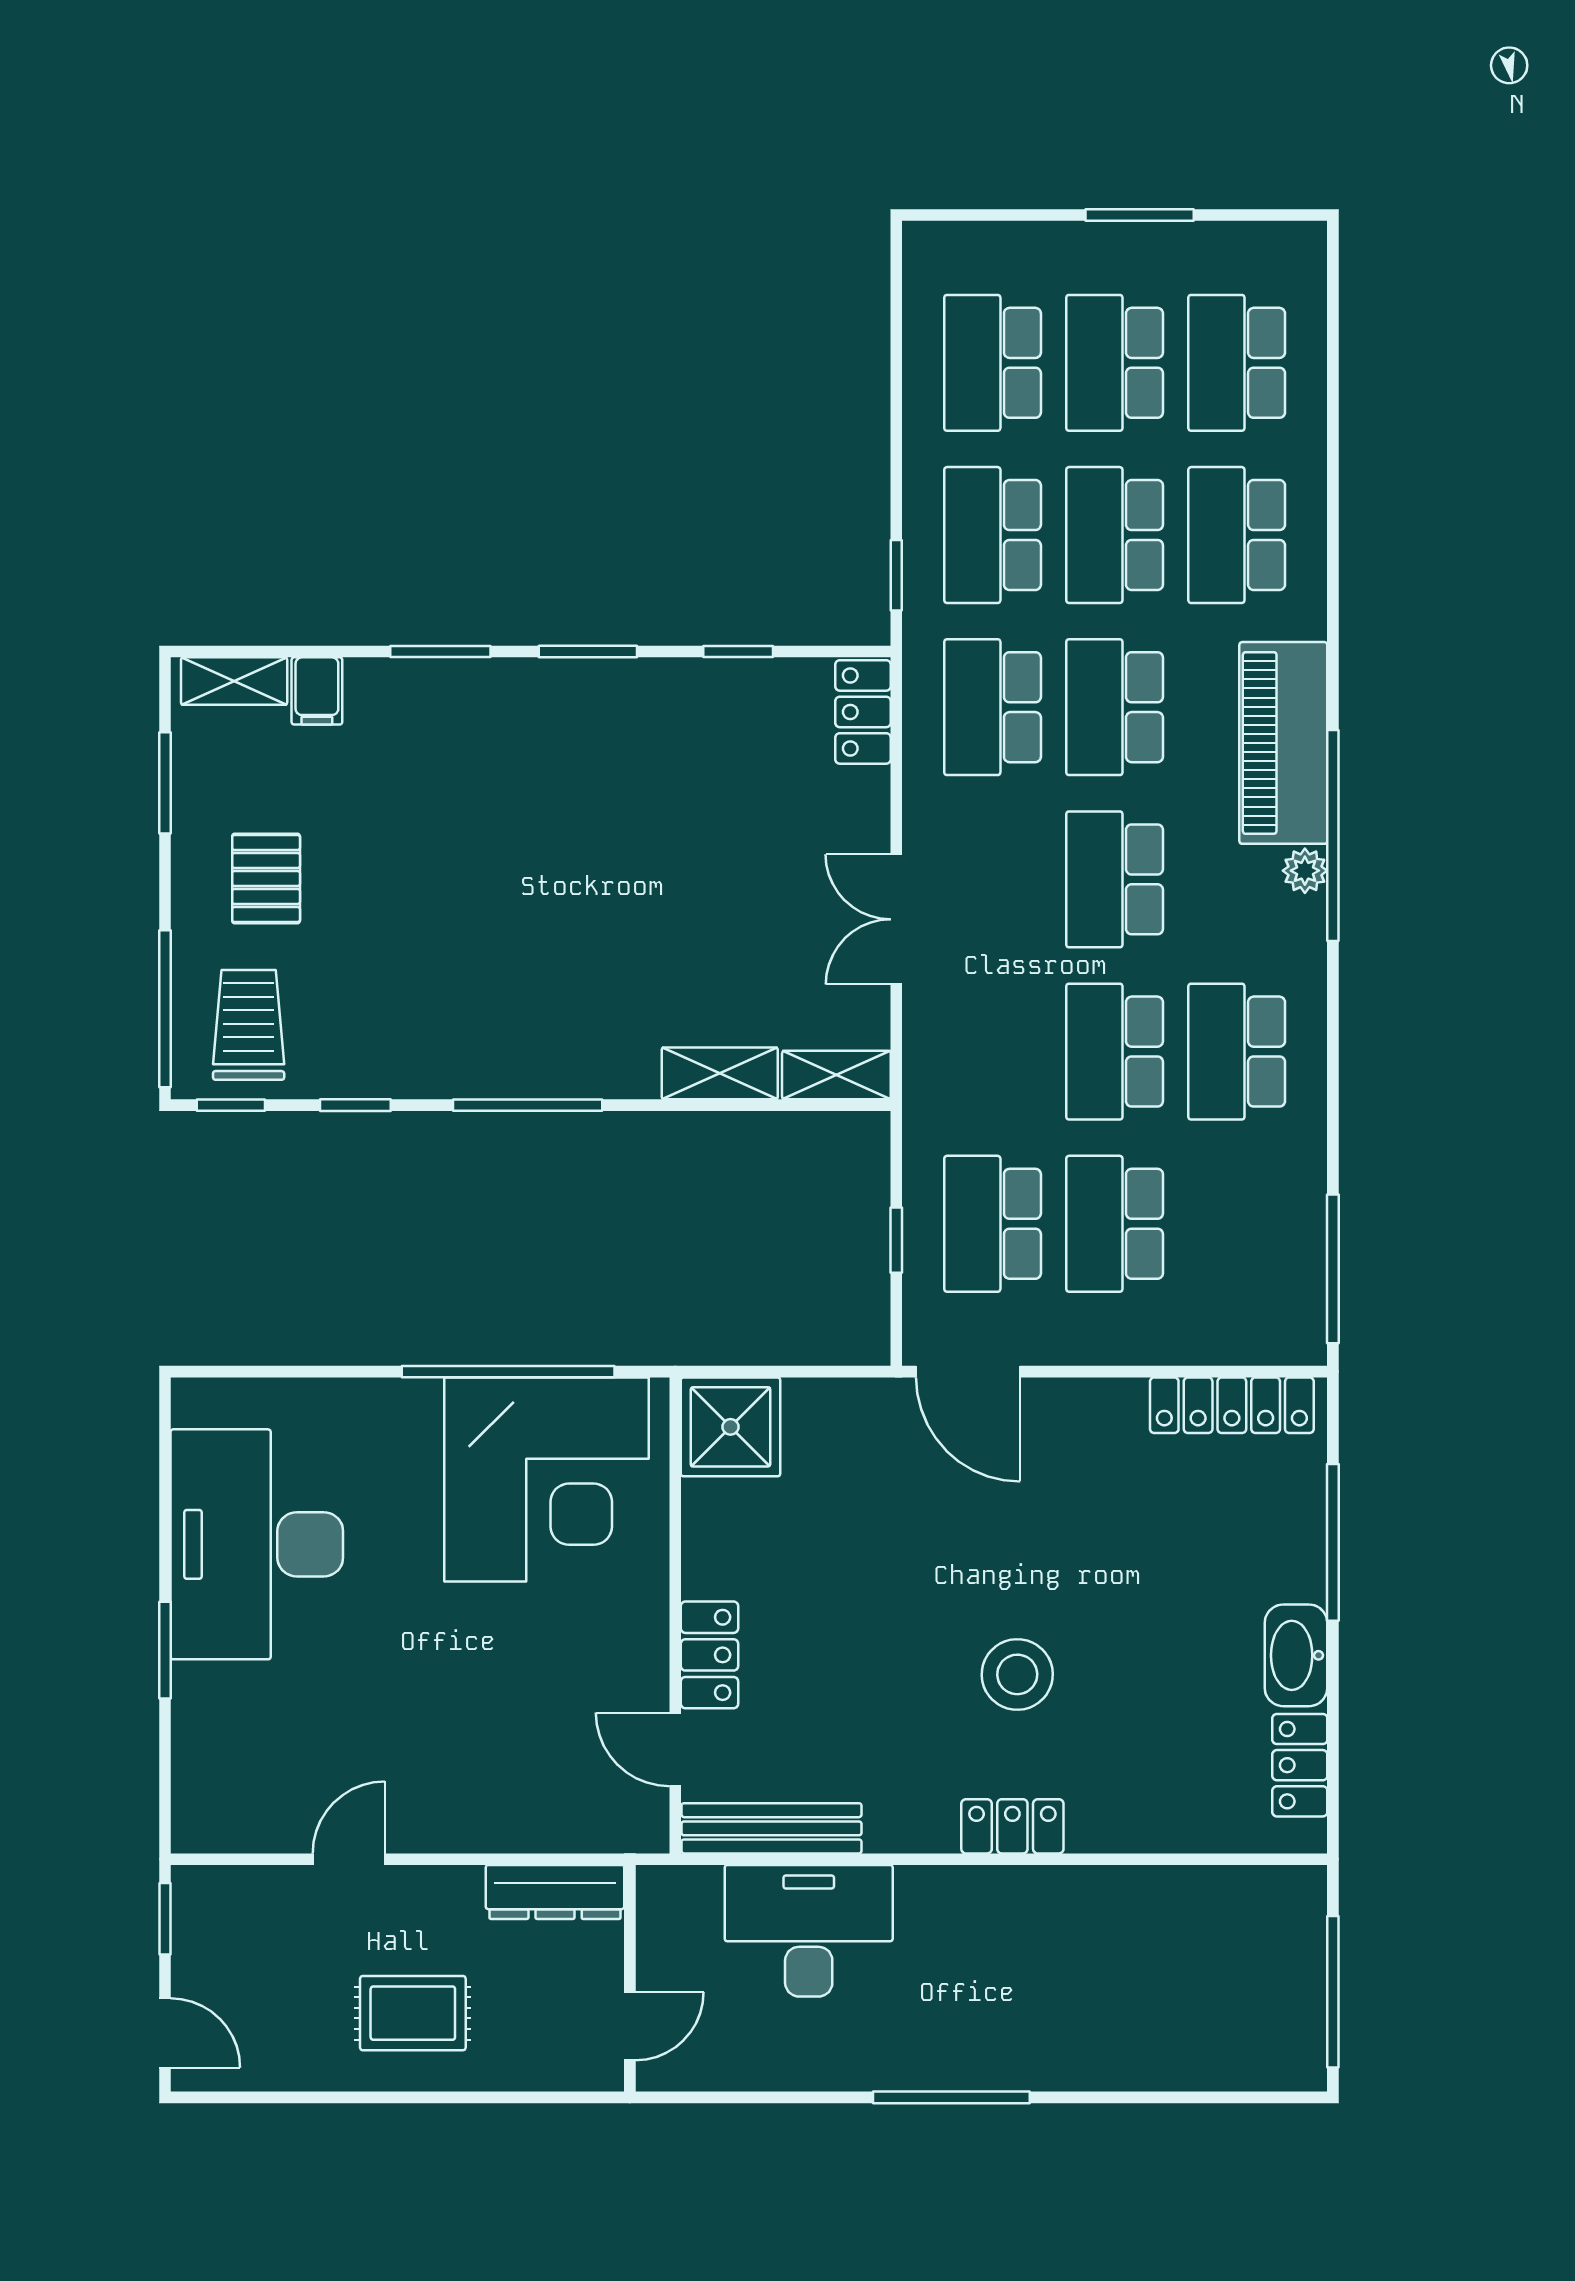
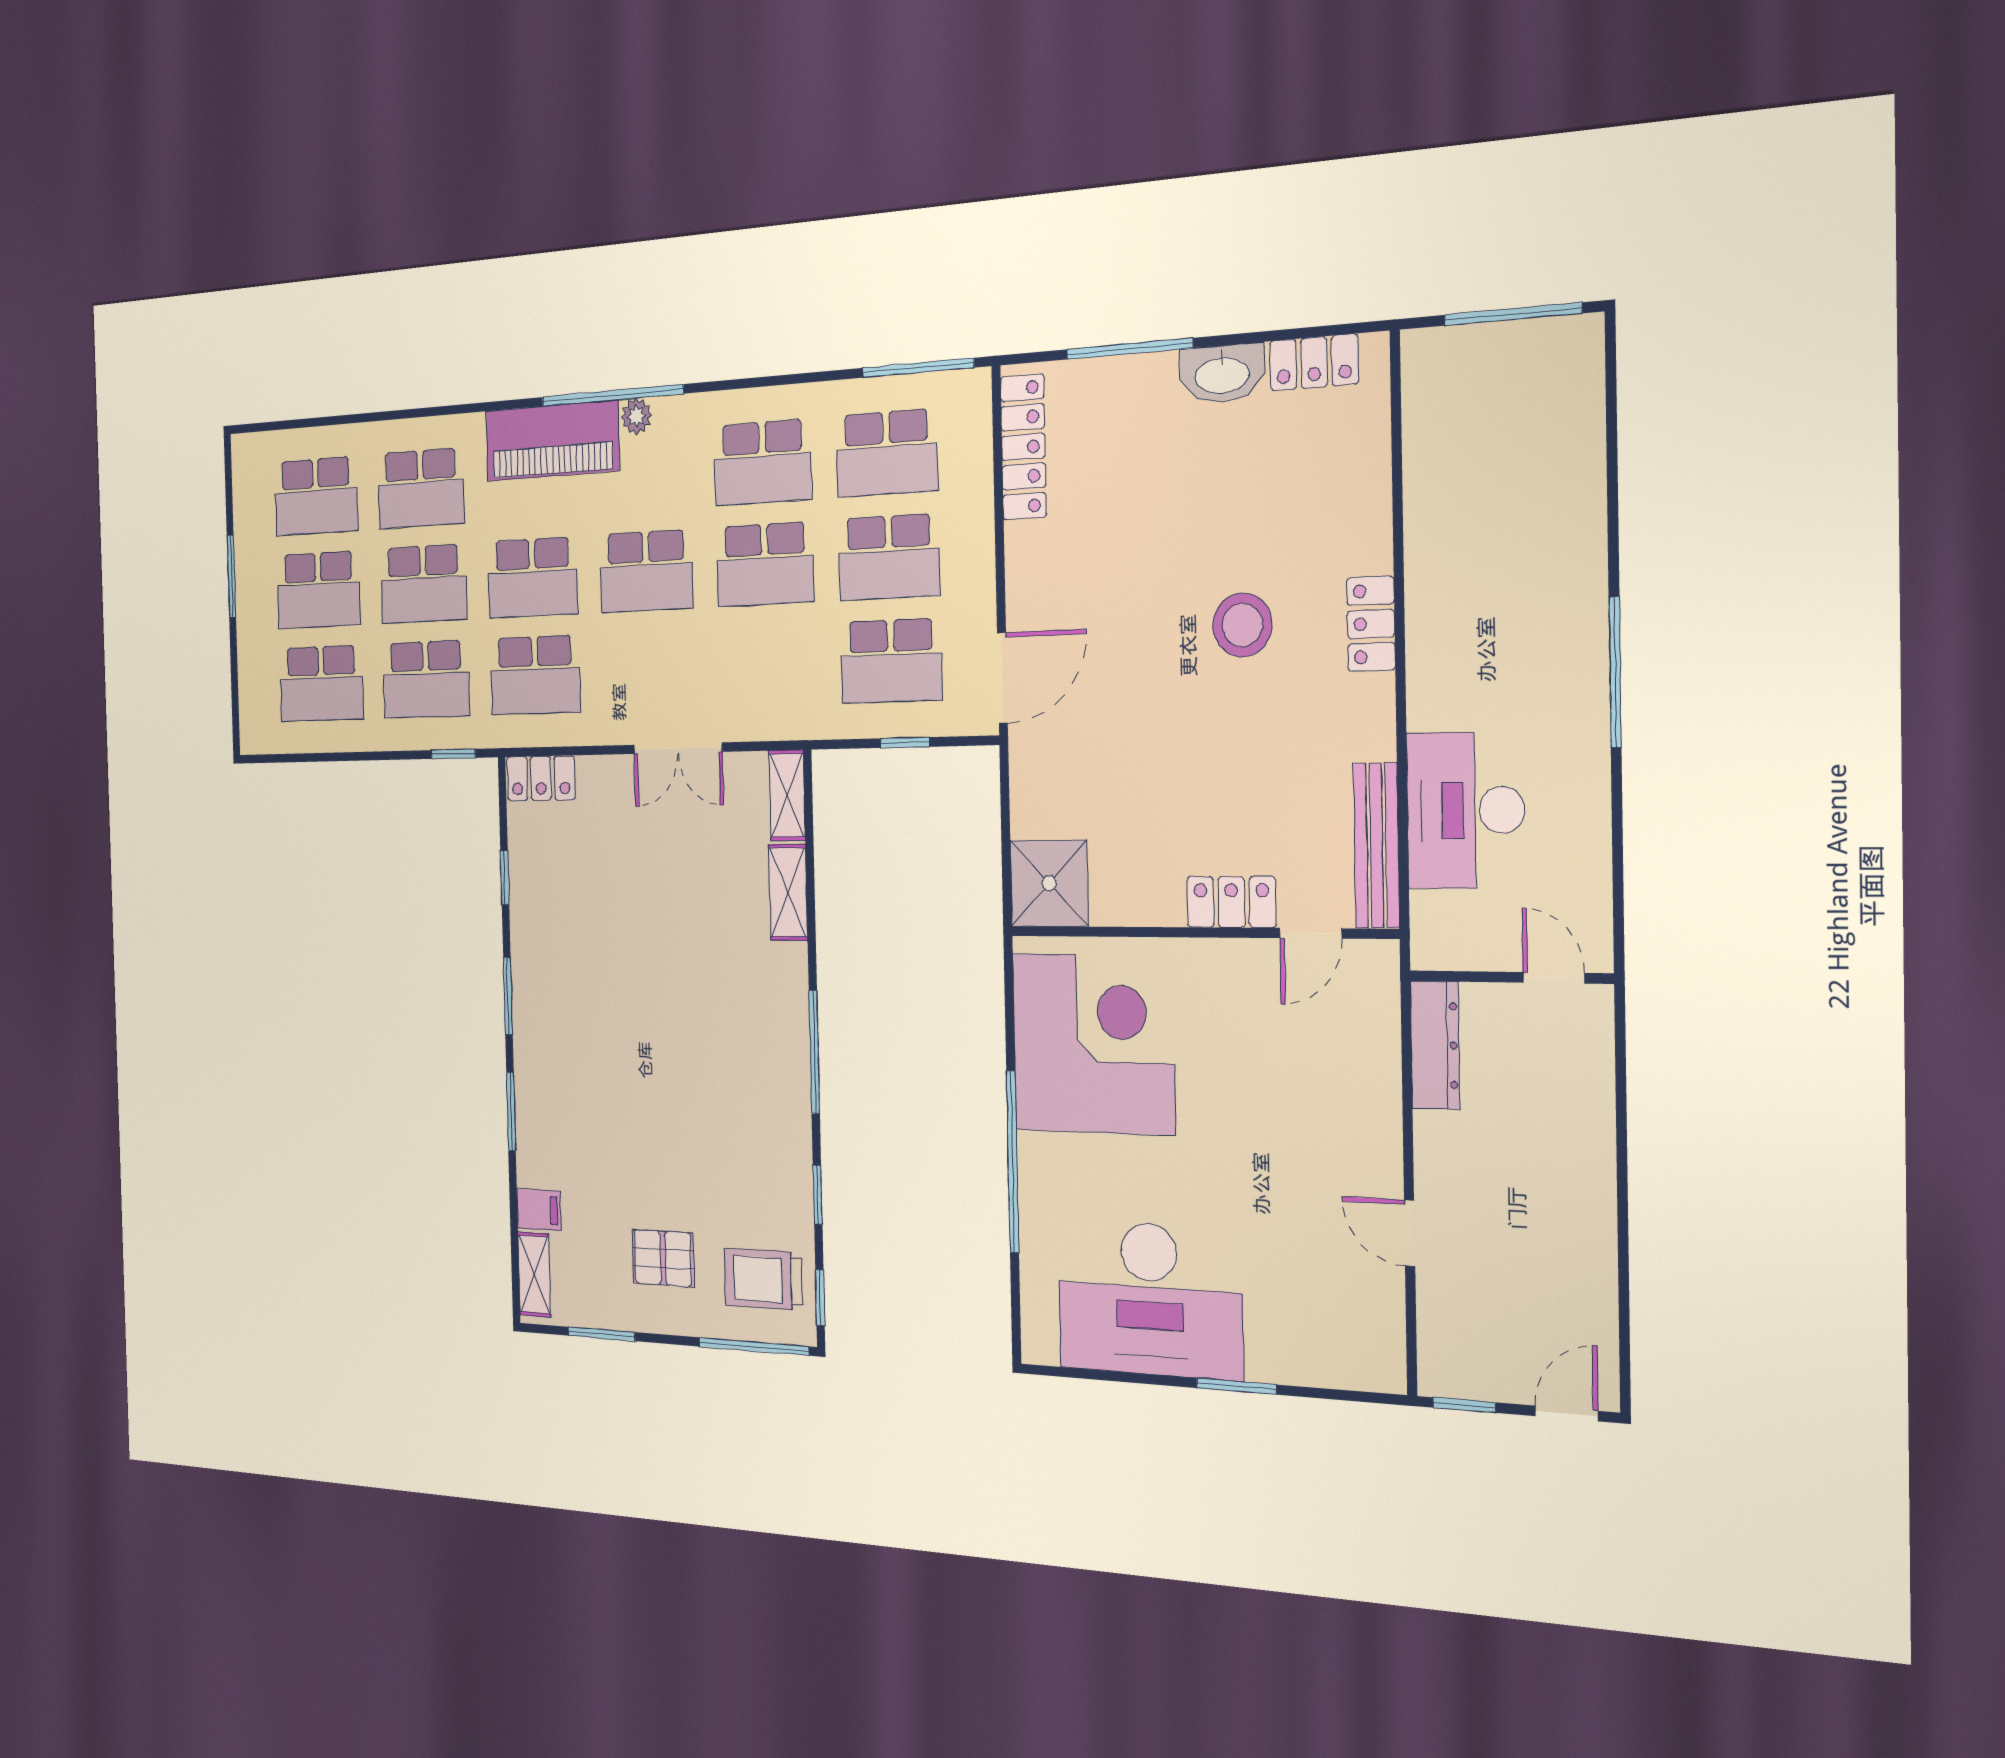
school desk: (1237, 1224) -> (887, 453), added
window: (508, 1372) -> (1013, 1162), moved
rug: (413, 2013) -> (1545, 1181), removed

